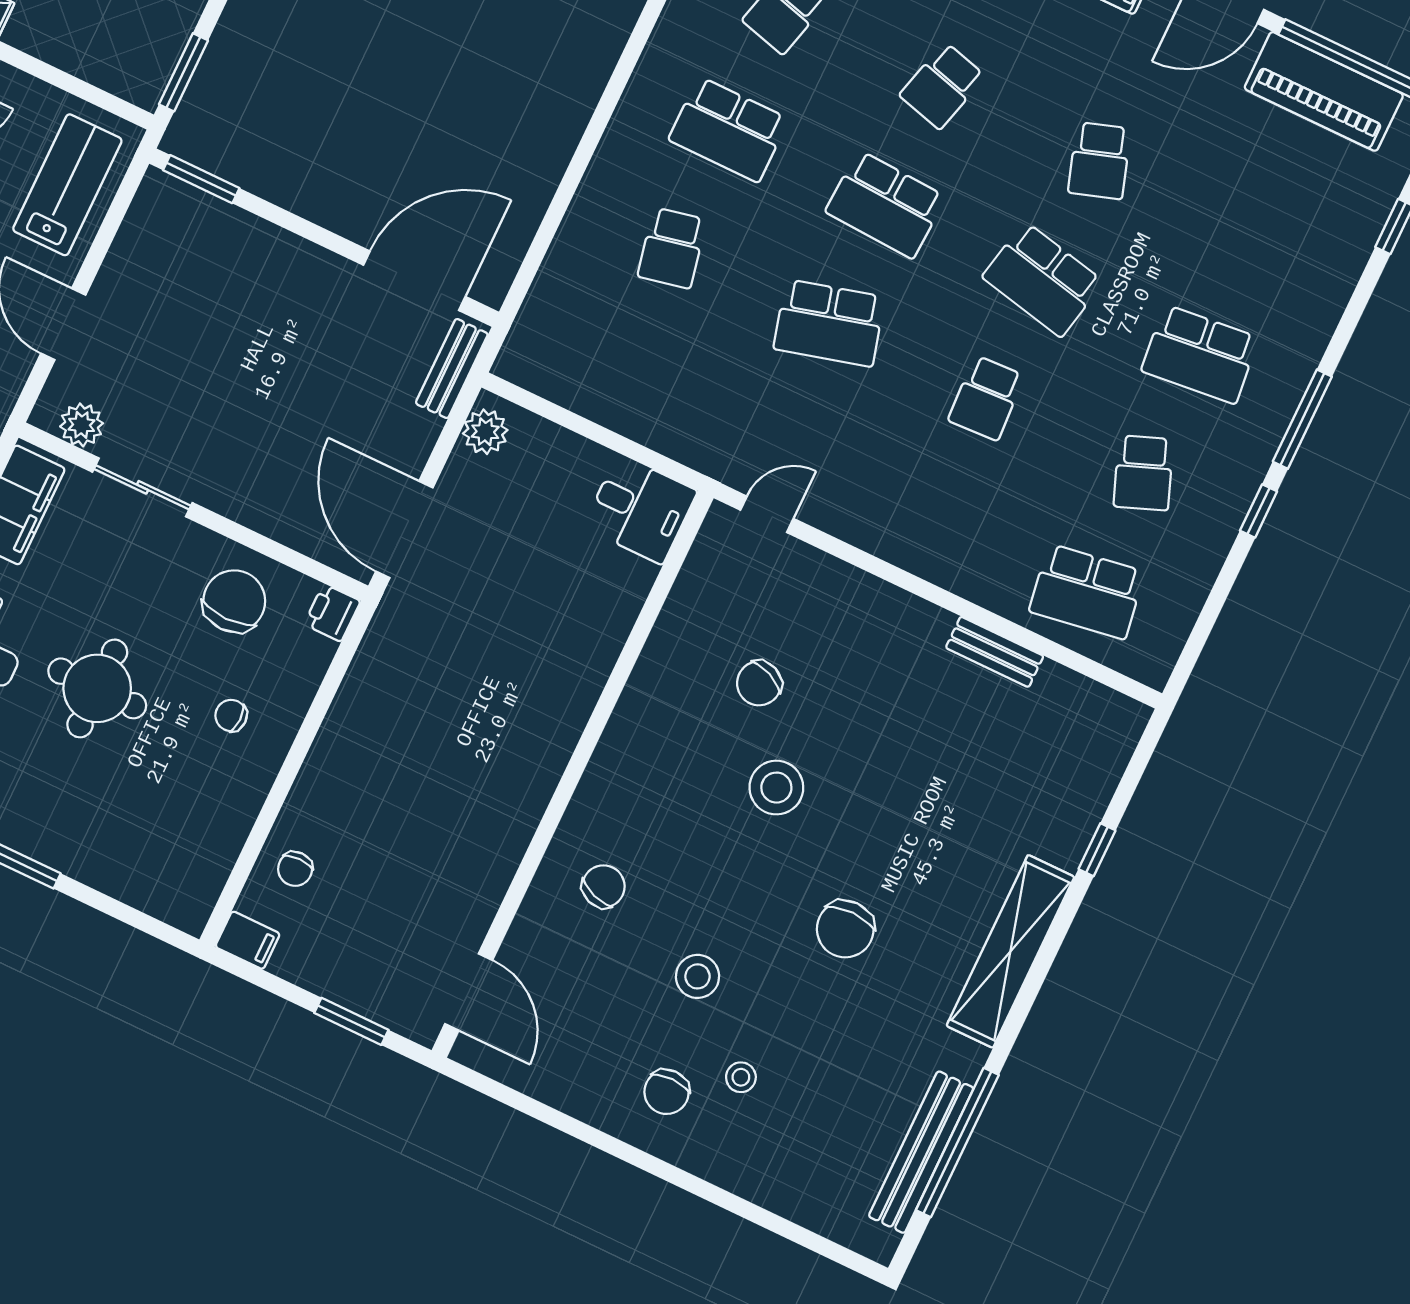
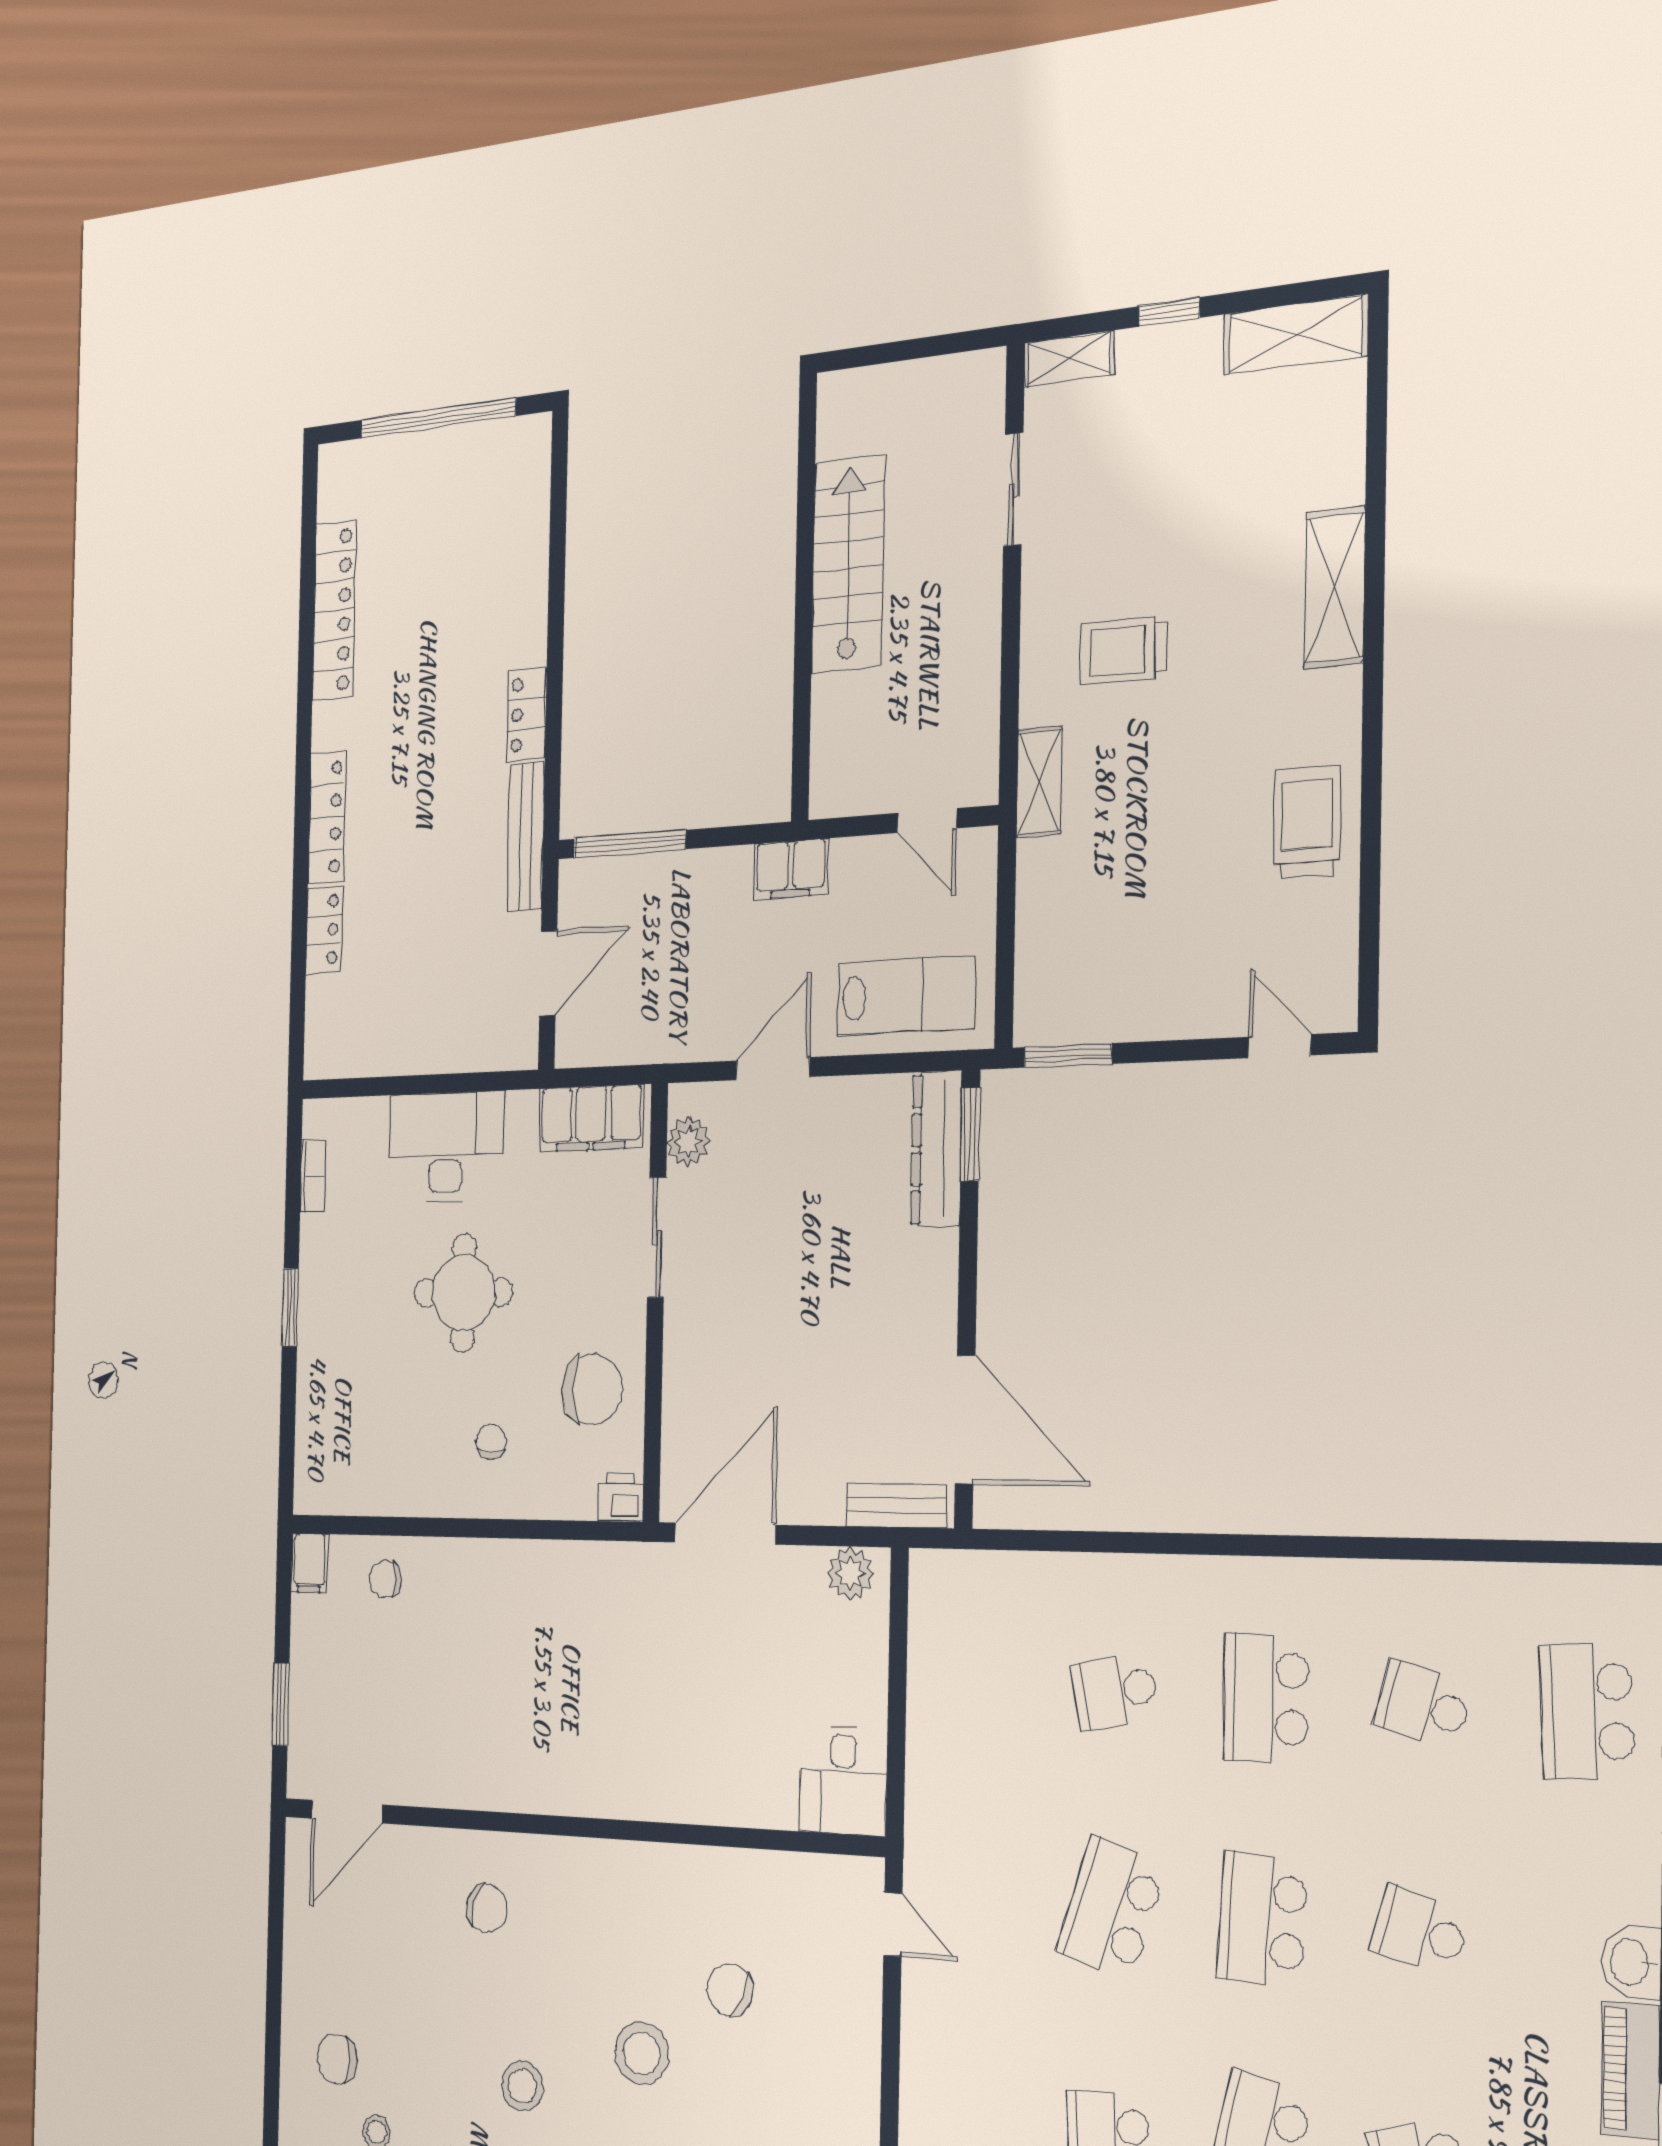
dresser: (198, 212) -> (936, 1149), added
school desk: (829, 323) -> (1111, 1909), turned 33
stool: (698, 976) -> (522, 2086), moved

